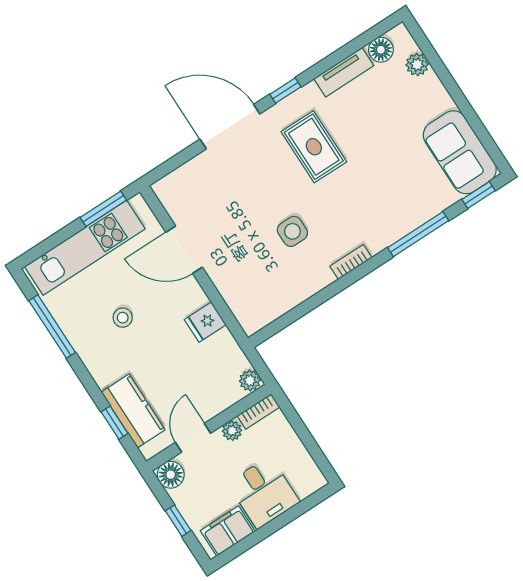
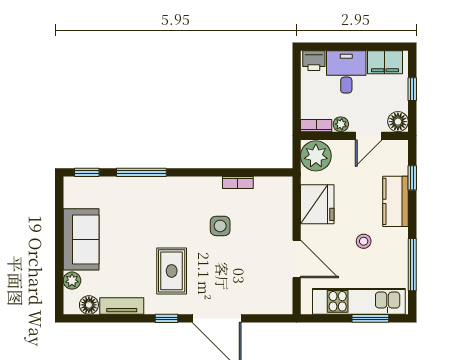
sofa: (460, 152) -> (81, 239), moved
window: (103, 209) -> (370, 318), moved
bookcase: (351, 262) -> (238, 182), moved
fridge: (205, 322) -> (317, 204), width x1.88, depth x1.34
plant: (250, 381) -> (316, 156), width x1.88, depth x1.88
kitchen counter: (133, 411) -> (396, 201), moved
printer: (307, 482) -> (314, 61), added

